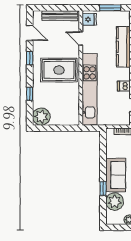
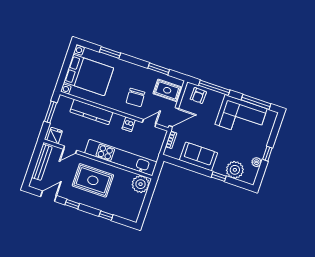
rug: (59, 70) -> (93, 180), turned 90
plant: (41, 117) -> (141, 184), moved
sofa: (116, 175) -> (198, 156), moved

